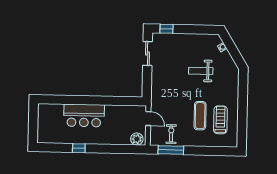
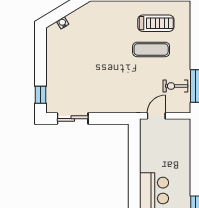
weight bench: (201, 71) -> (94, 50), removed
treadmill: (220, 120) -> (156, 23), turned 180
plant: (137, 139) -> (183, 130), removed

